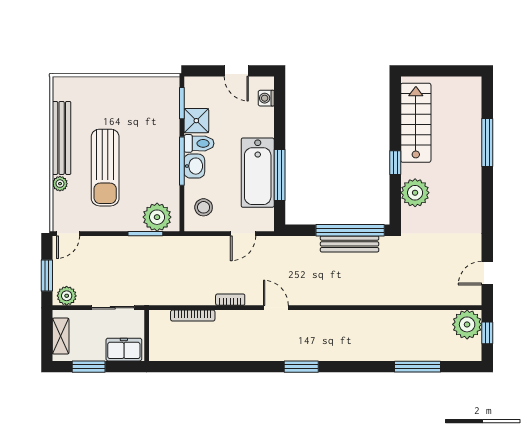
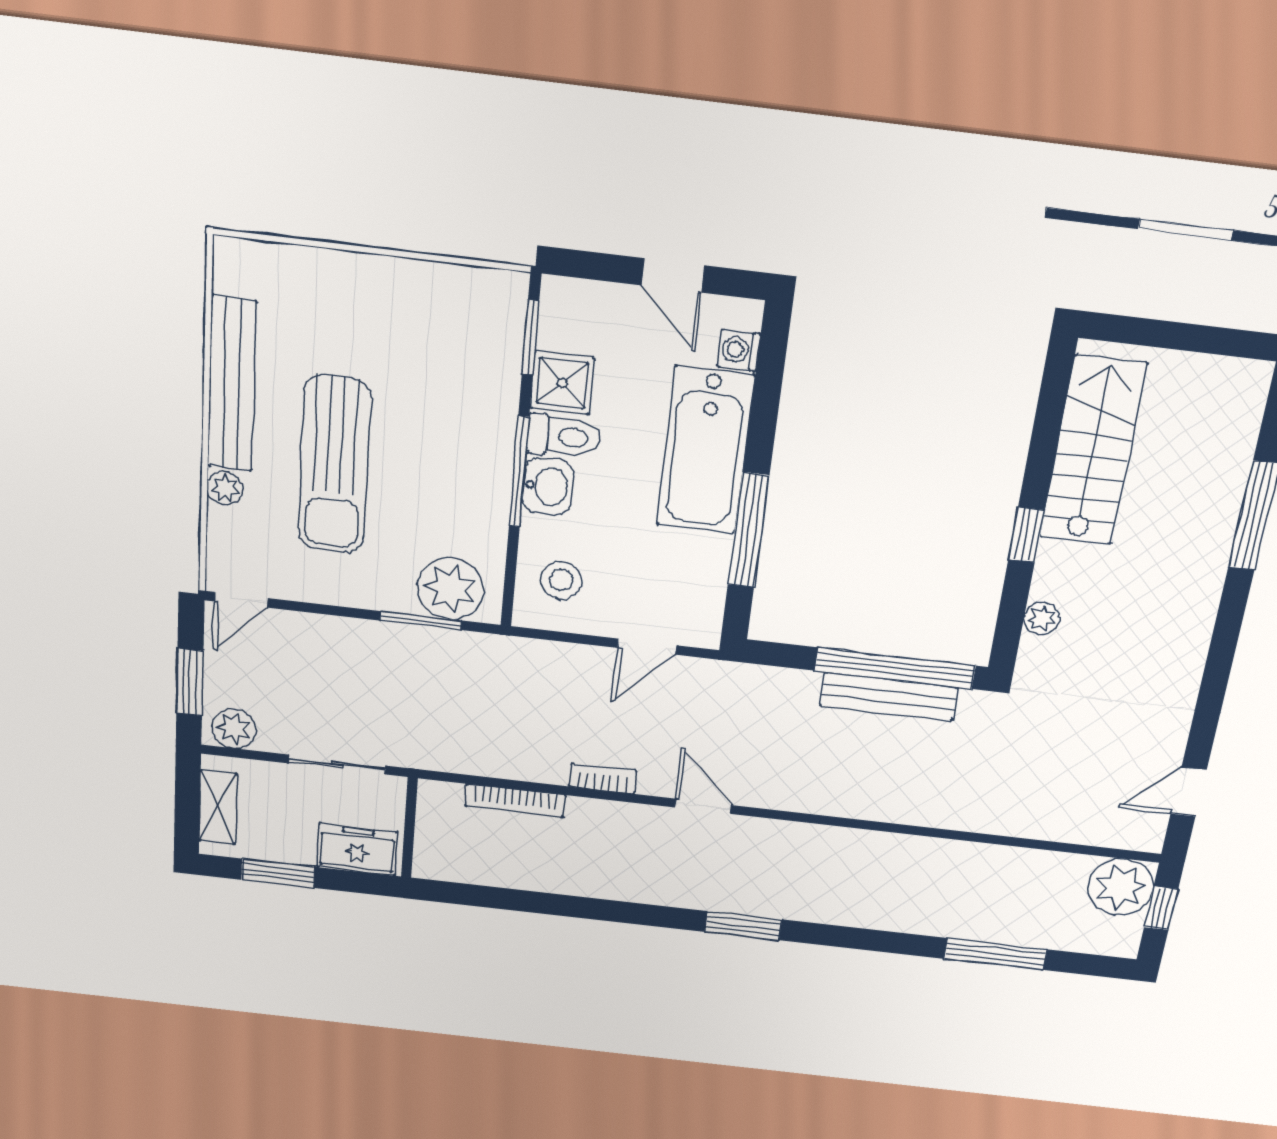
bathtub: (258, 173) -> (705, 451), moved
plant: (415, 193) -> (1042, 619), width x0.53, depth x0.53

